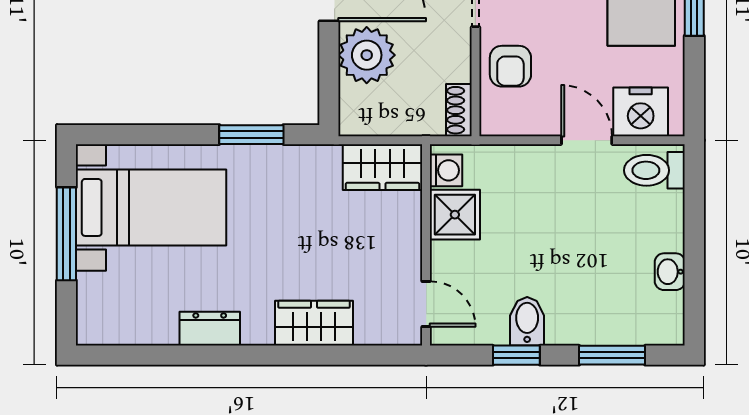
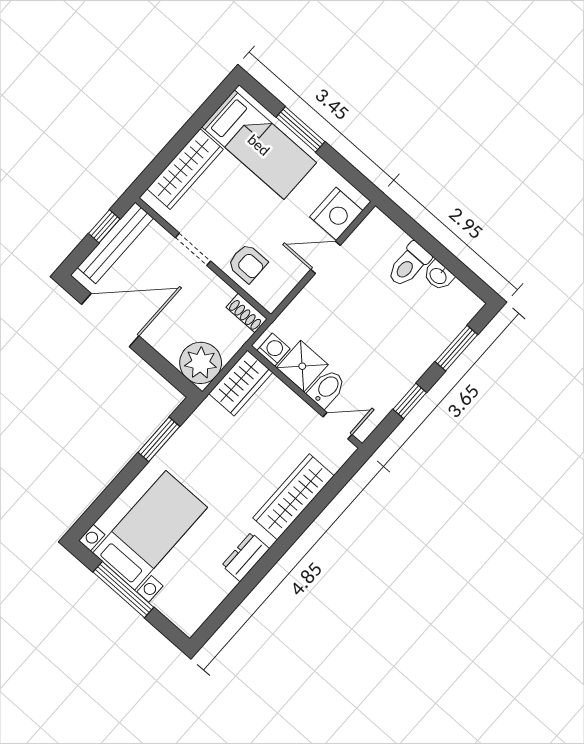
plant: (367, 55) -> (201, 363), moved
toilet: (654, 170) -> (409, 265), moved
bidet: (527, 321) -> (327, 389), moved, turned 90
wardrobe: (314, 323) -> (293, 497), width x1.50

